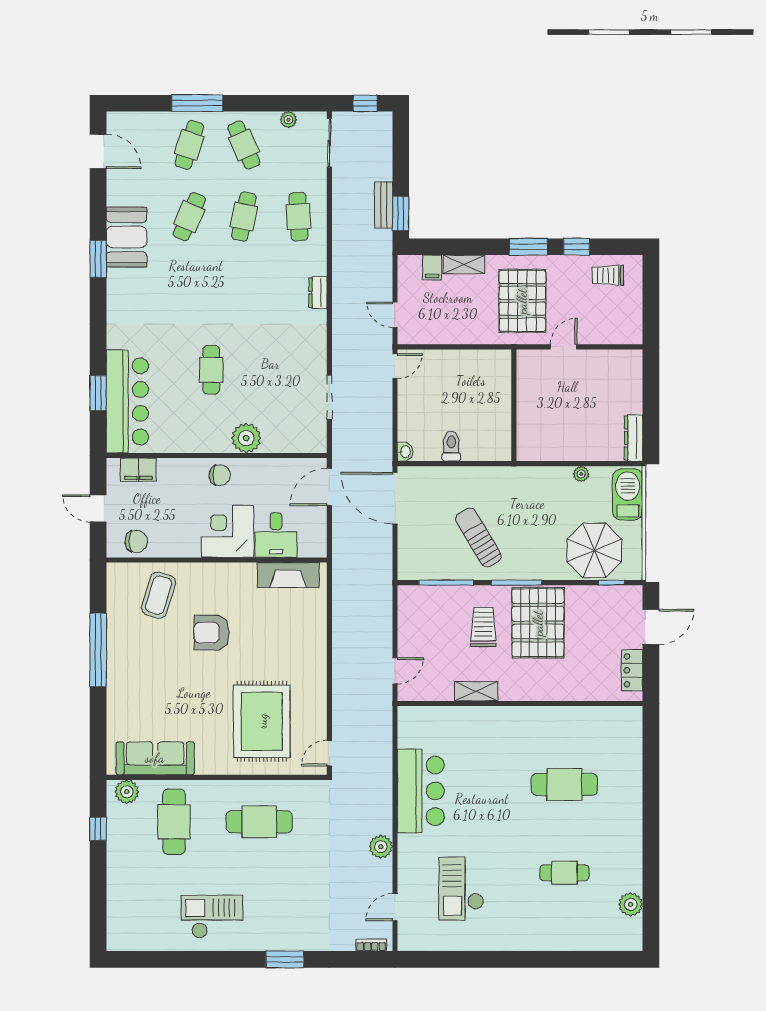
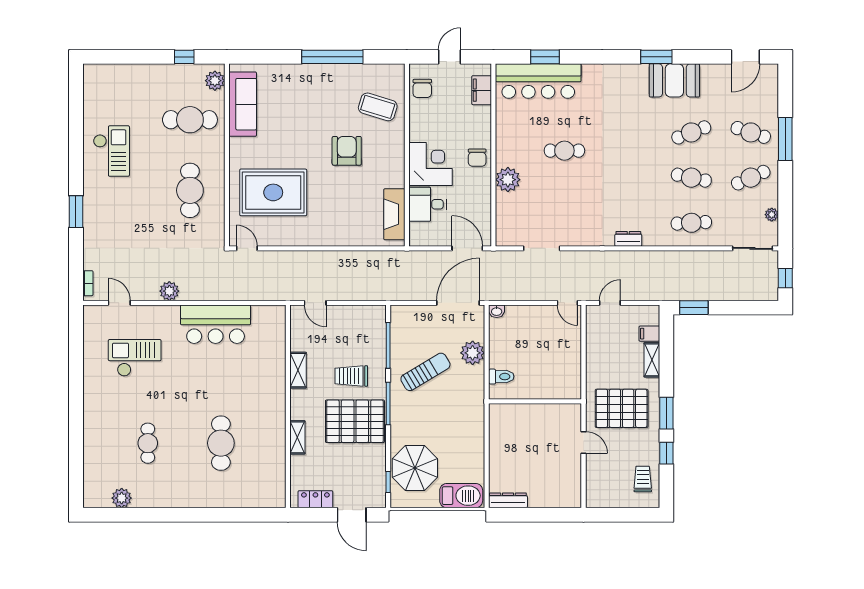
bench: (384, 205) -> (701, 293), removed
cafe table: (189, 217) -> (691, 132), turned -45
toilet: (451, 446) -> (501, 377), moved
plant: (581, 474) -> (473, 353), moved, width x1.87, depth x1.87
trolley: (483, 627) -> (351, 376), turned 180
shelving: (557, 692) -> (297, 437), added

